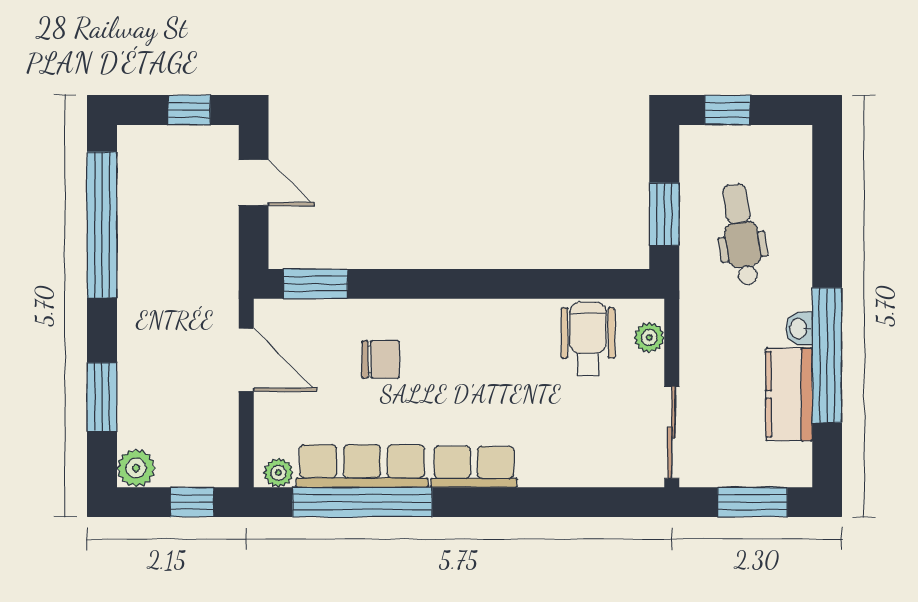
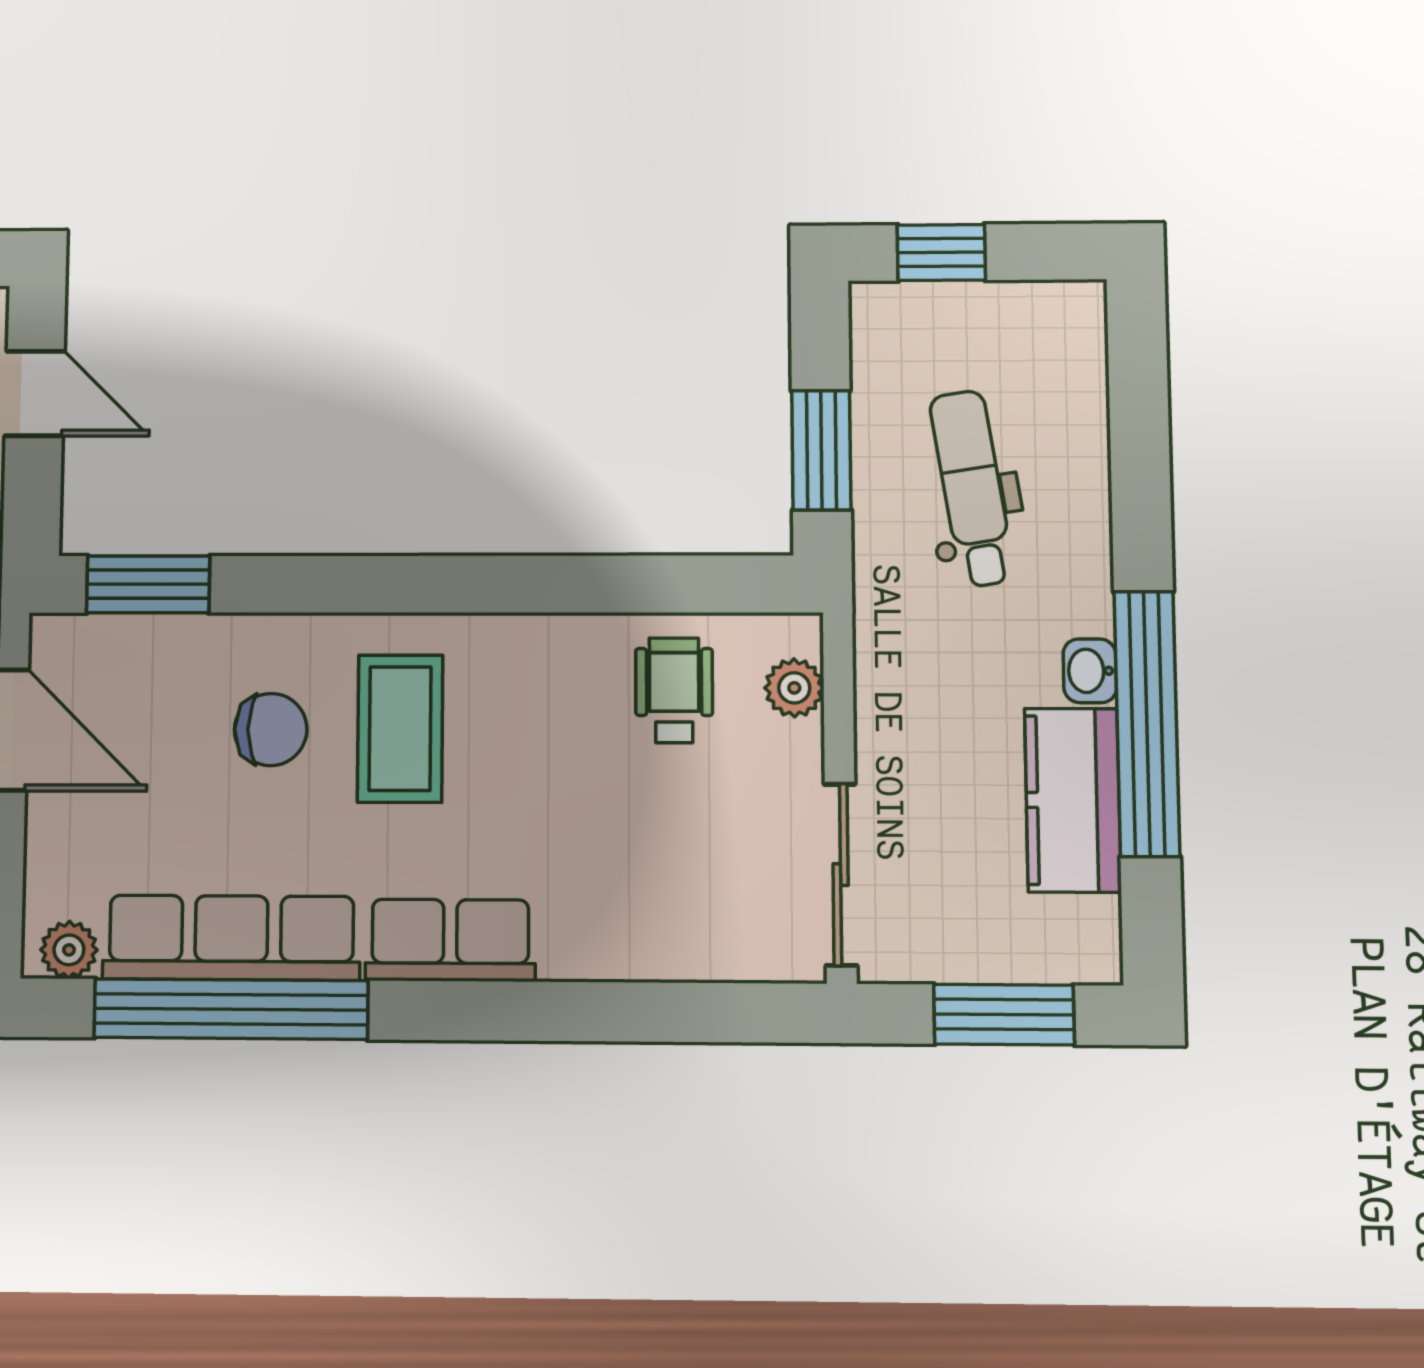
wheelchair: (588, 339) -> (674, 690), width x0.73, depth x0.73
coffee table: (447, 359) -> (400, 729), added

